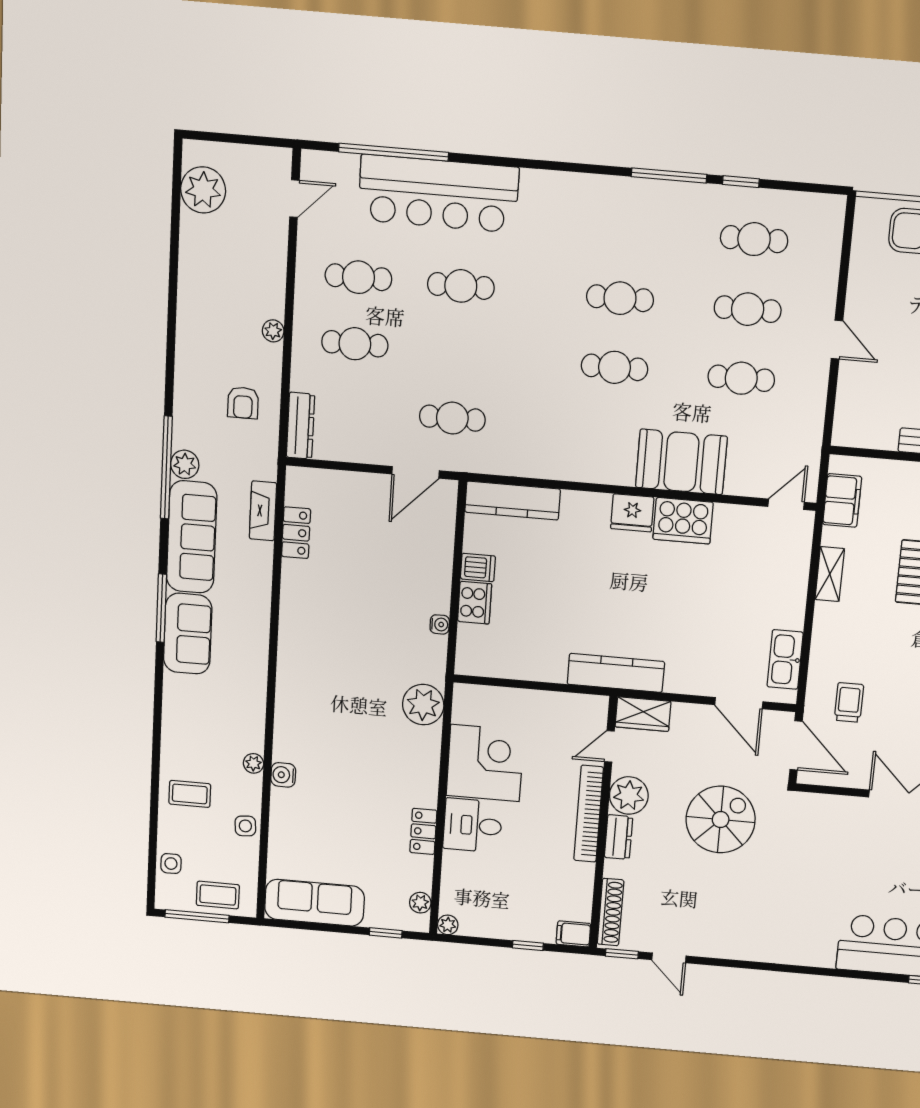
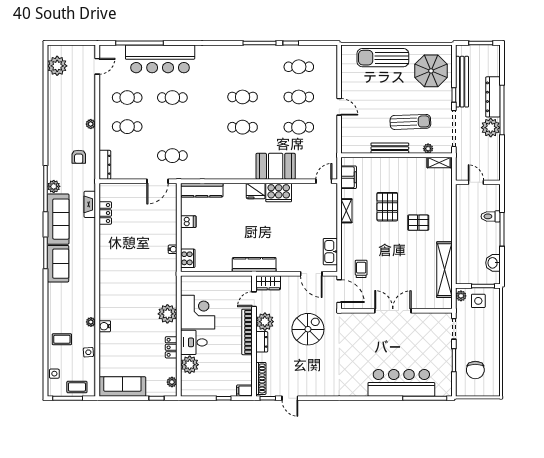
cooker: (475, 603) -> (188, 258), moved
plant: (423, 705) -> (167, 314), moved
plant: (448, 925) -> (190, 365), moved, width x1.87, depth x1.87

